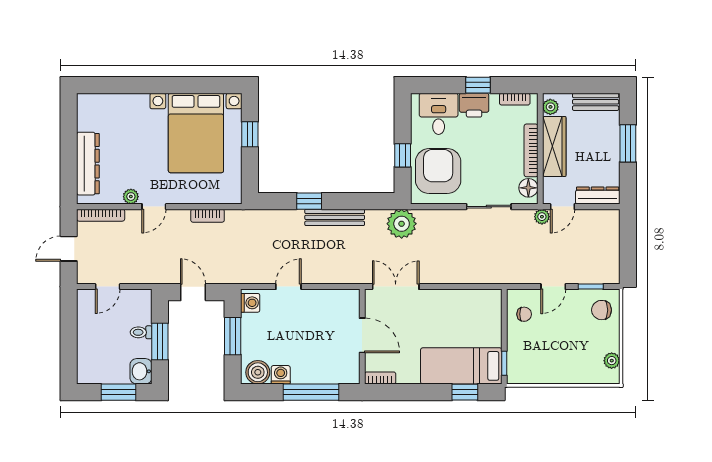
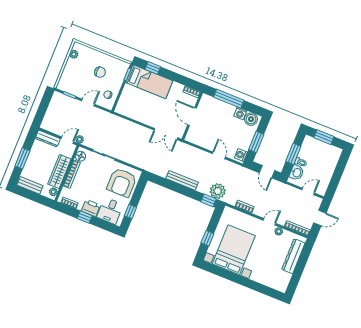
window: (403, 155) -> (130, 211), moved
window: (309, 201) -> (208, 200), moved
plant: (402, 224) -> (218, 191), moved
door: (288, 287) -> (219, 155), swing flipped
chair: (602, 310) -> (100, 72), moved
washbasin: (141, 371) -> (297, 173), moved

